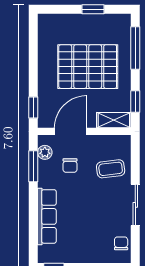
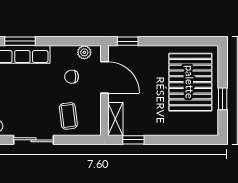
window: (135, 48) -> (185, 140), removed
pallet: (88, 67) -> (190, 82), moved
window: (33, 166) -> (20, 41), moved

